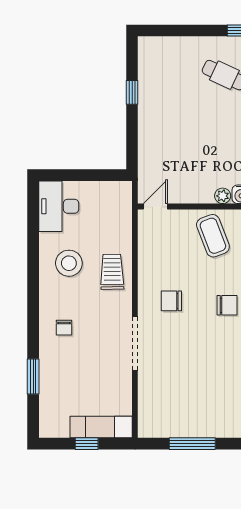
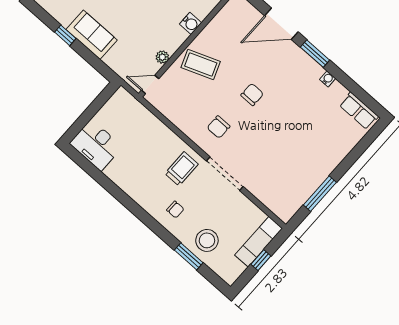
sofa: (153, 115) -> (92, 35), added
plant: (223, 196) -> (162, 57), moved
door: (155, 207) -> (150, 84), hinge flipped
stool: (69, 263) -> (207, 240), moved
trolley: (112, 272) -> (181, 169), moved, turned 91

